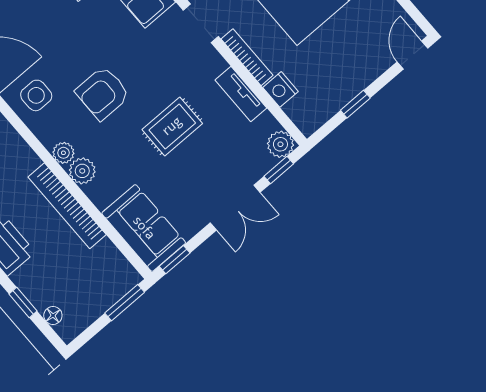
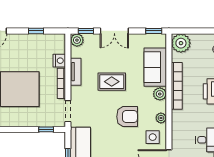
plant: (63, 153) -> (161, 118), moved
double door: (235, 208) -> (114, 31), swing flipped
sofa: (144, 228) -> (155, 67), moved
plant: (117, 277) -> (181, 43), added
window: (125, 303) -> (186, 31), removed

